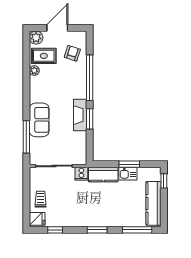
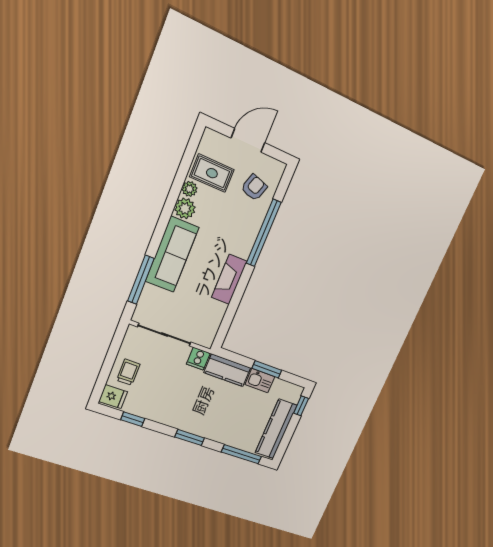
plant: (36, 38) -> (185, 208), moved
window: (90, 119) -> (240, 290), removed
sofa: (39, 120) -> (172, 254), width x1.36

